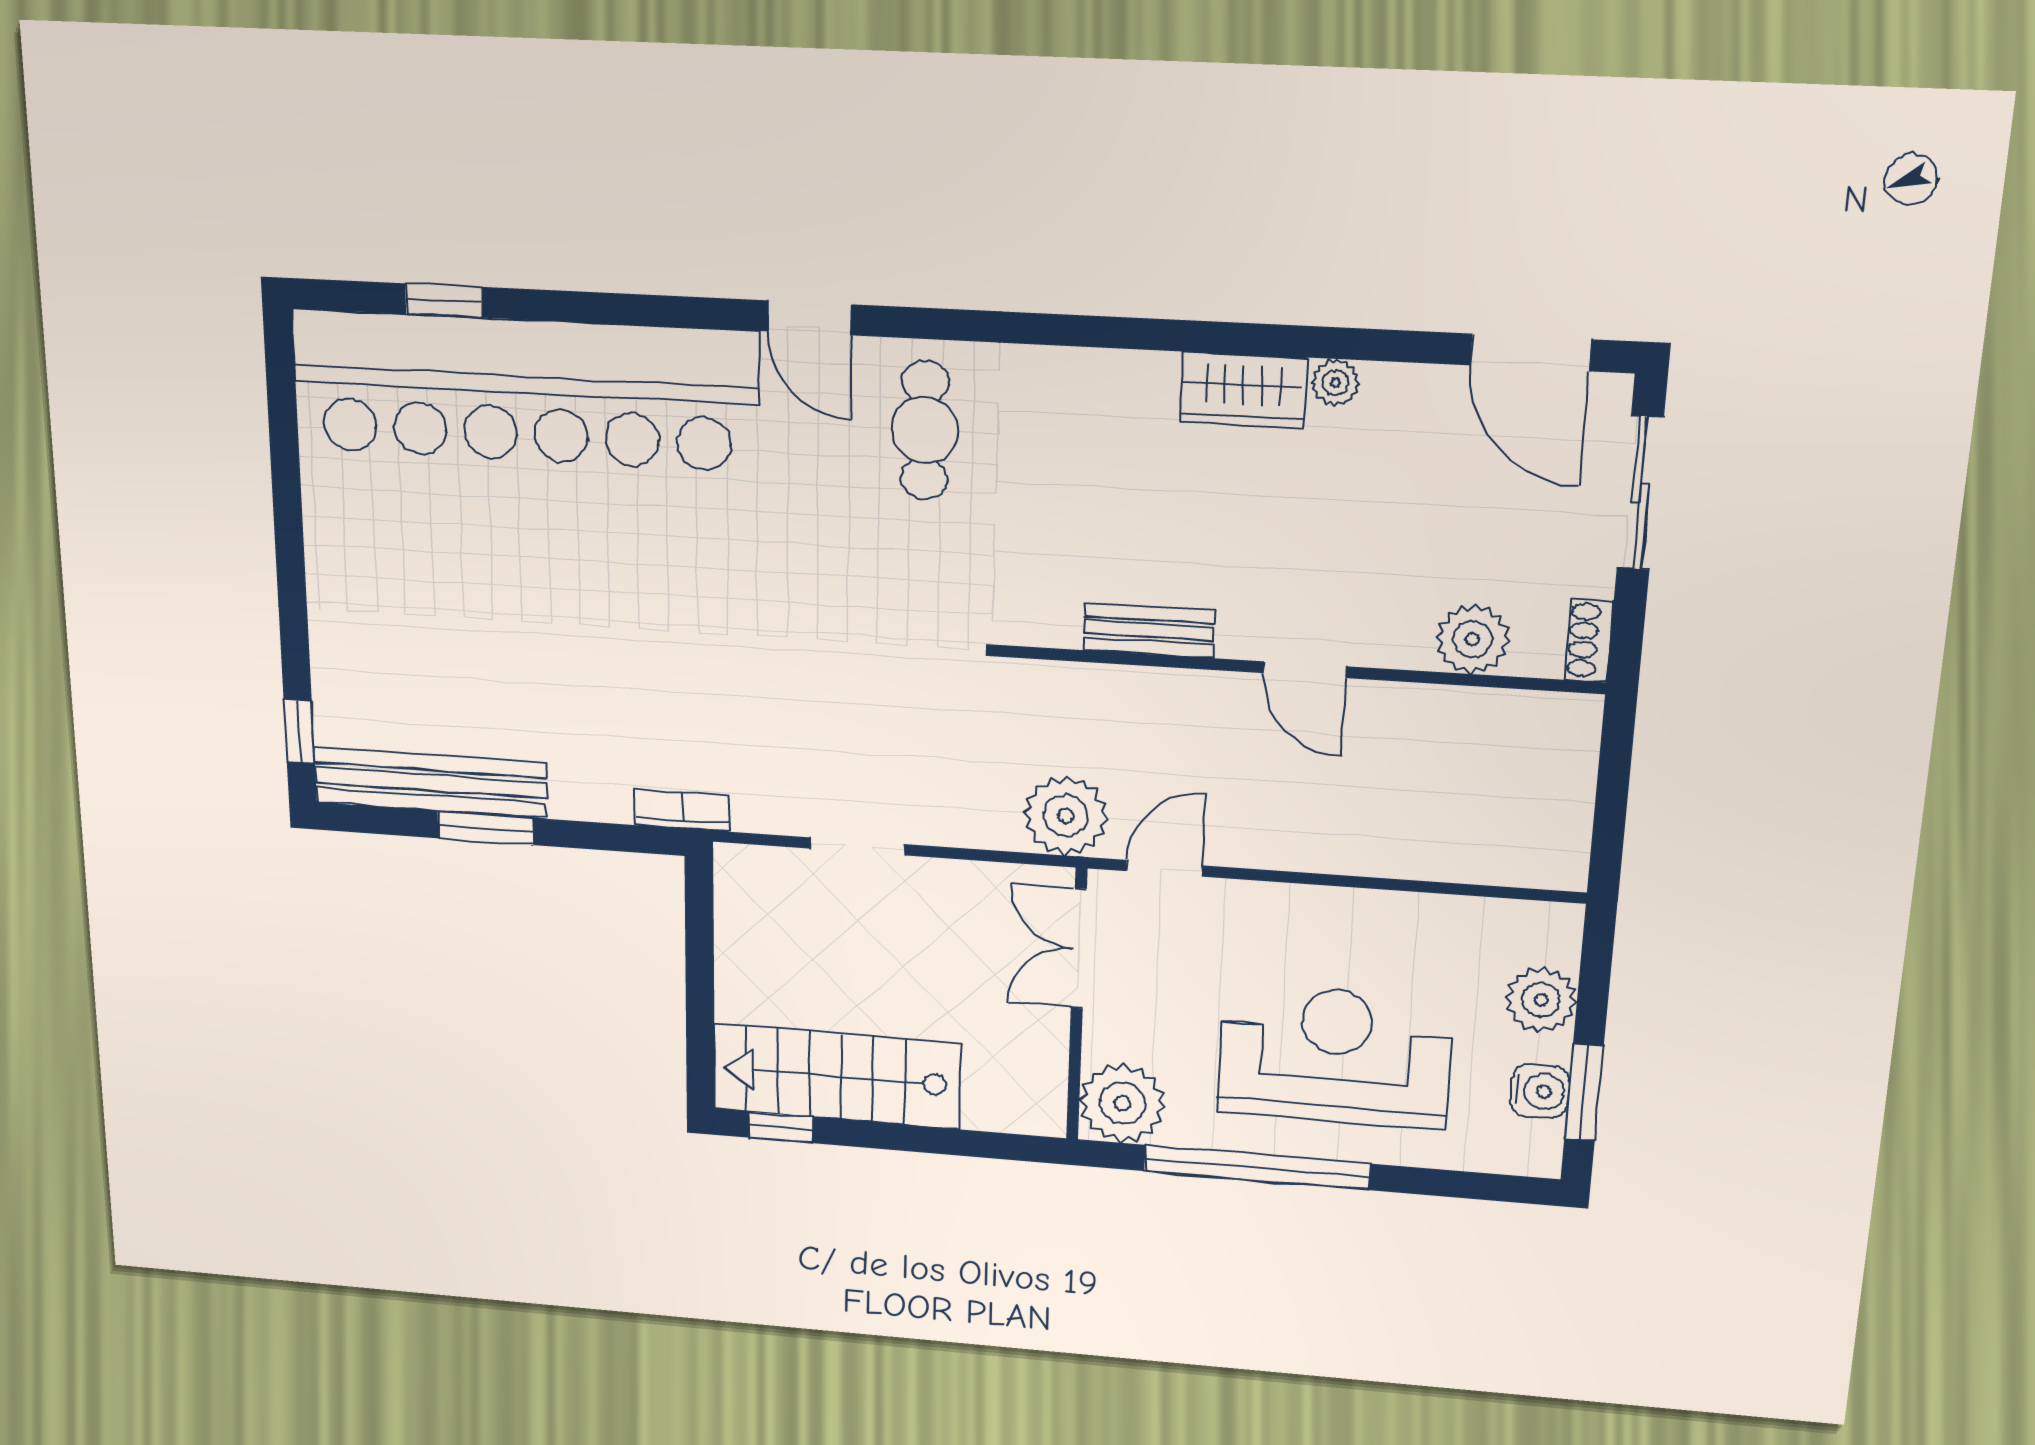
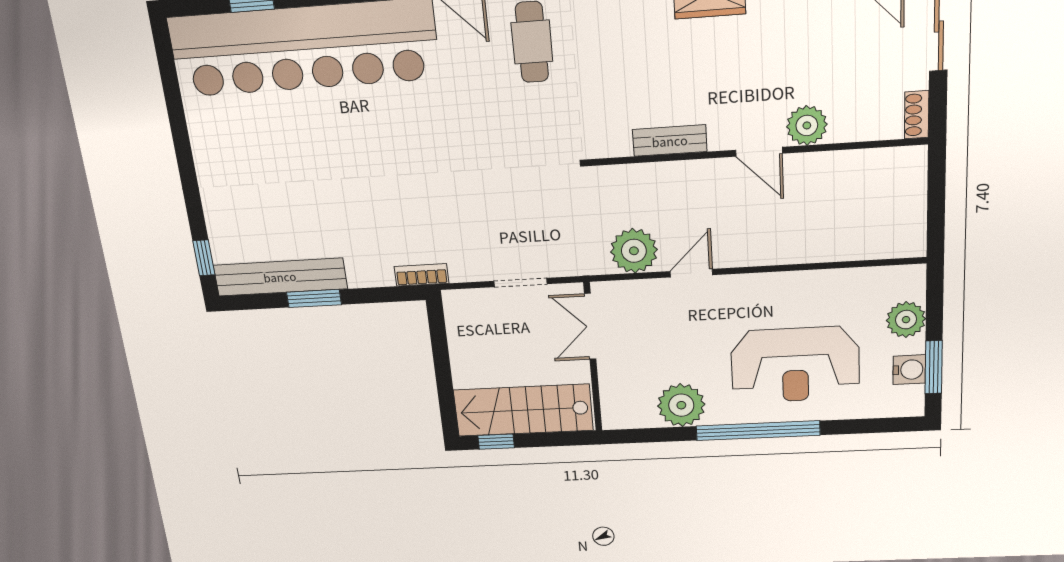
plant: (1473, 639) -> (807, 125), moved
double door: (1079, 949) -> (590, 327), moved
wall: (1077, 1005) -> (593, 358), moved
reception desk: (1335, 1056) -> (795, 365), turned 180

